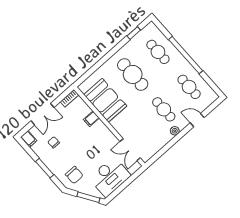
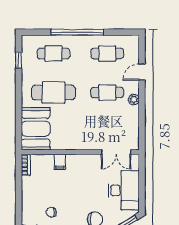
booth: (105, 100) -> (36, 129), moved, turned 90
double door: (43, 114) -> (19, 200), removed

